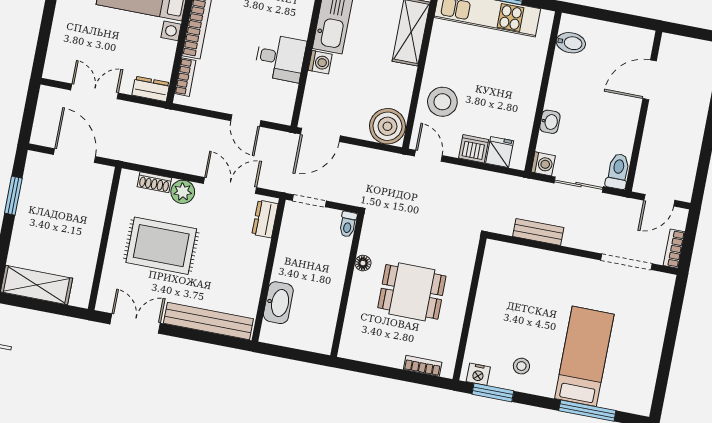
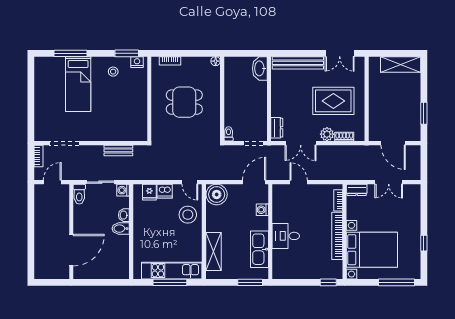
bidet: (571, 43) -> (121, 229), moved
desk: (280, 58) -> (286, 236), moved
washing machine: (320, 62) -> (262, 210), moved
door: (650, 80) -> (71, 250), width x1.36
floor lamp: (363, 263) -> (216, 61), moved
washbasin: (278, 303) -> (260, 68), moved

